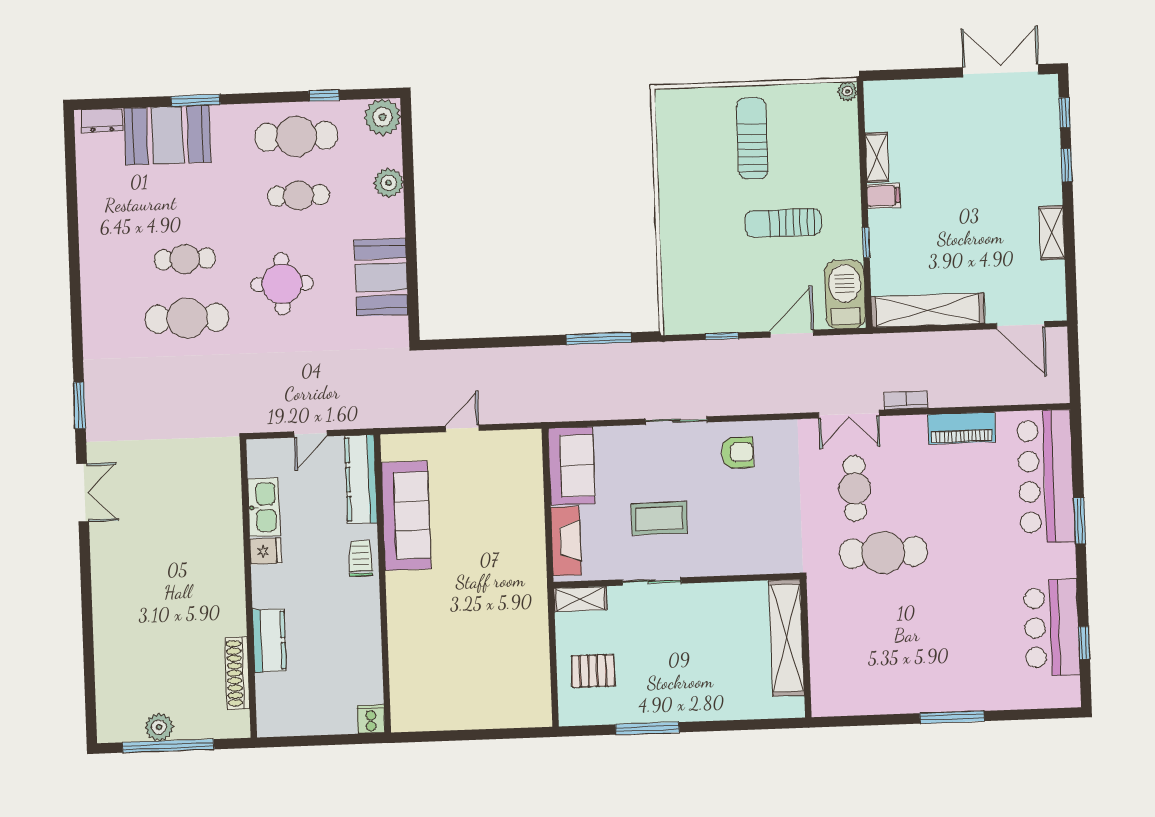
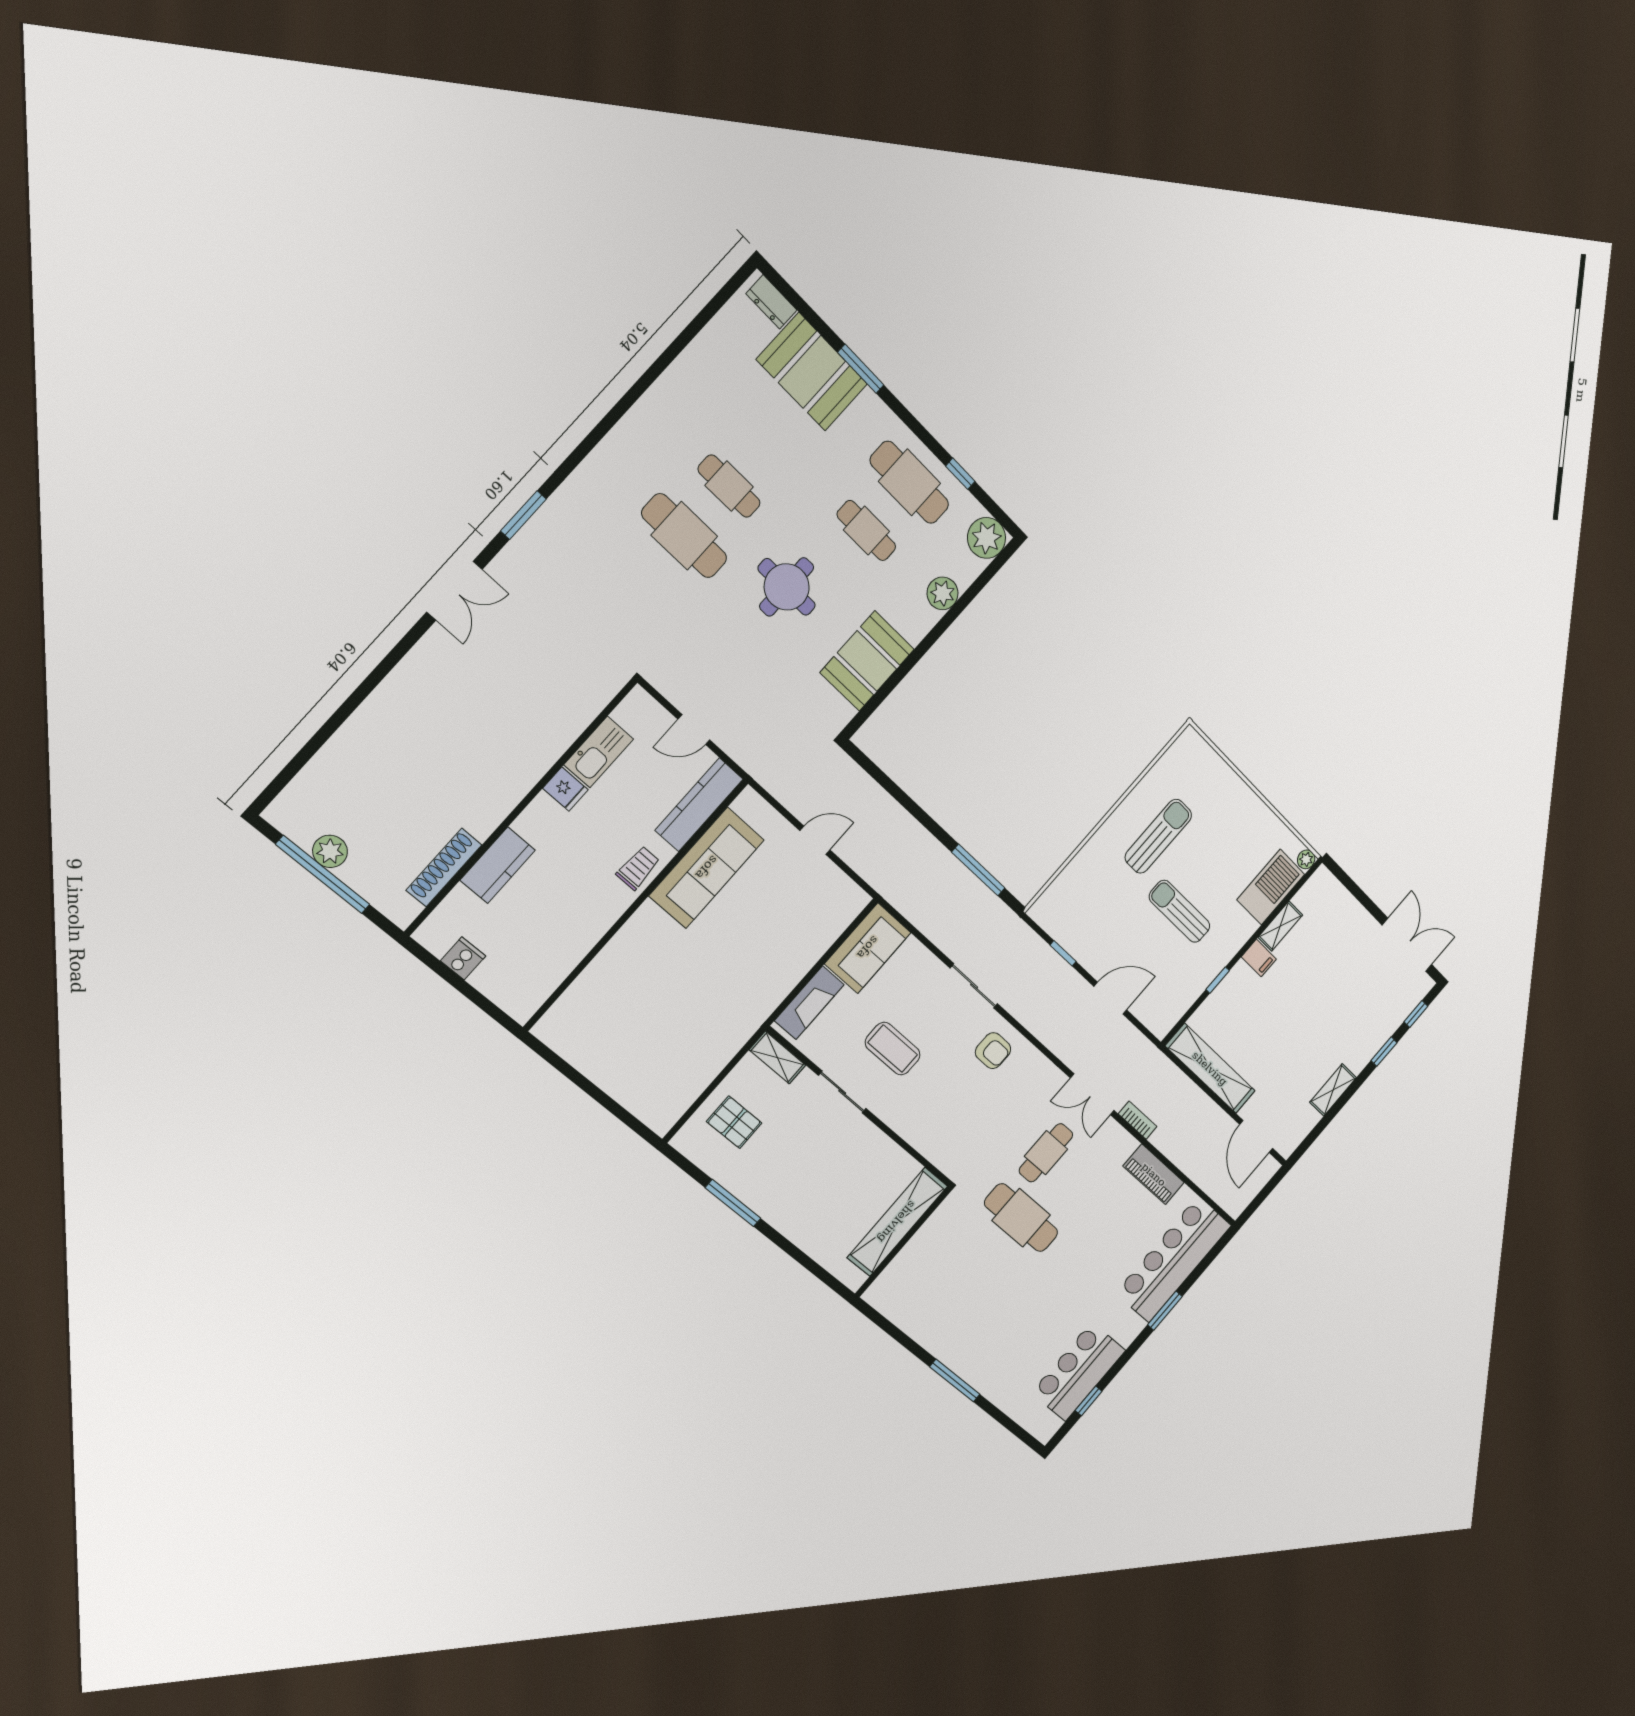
sun lounger: (752, 138) -> (1158, 836), moved
barbecue: (845, 294) -> (1271, 887), moved
cooker: (371, 719) -> (463, 958), moved

